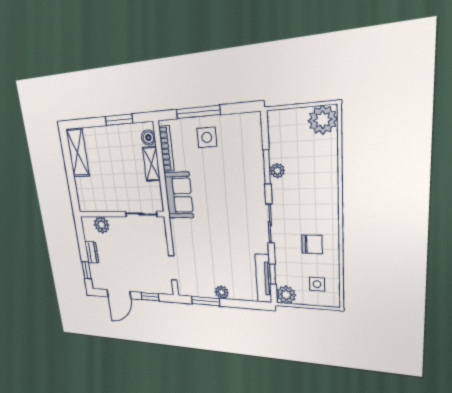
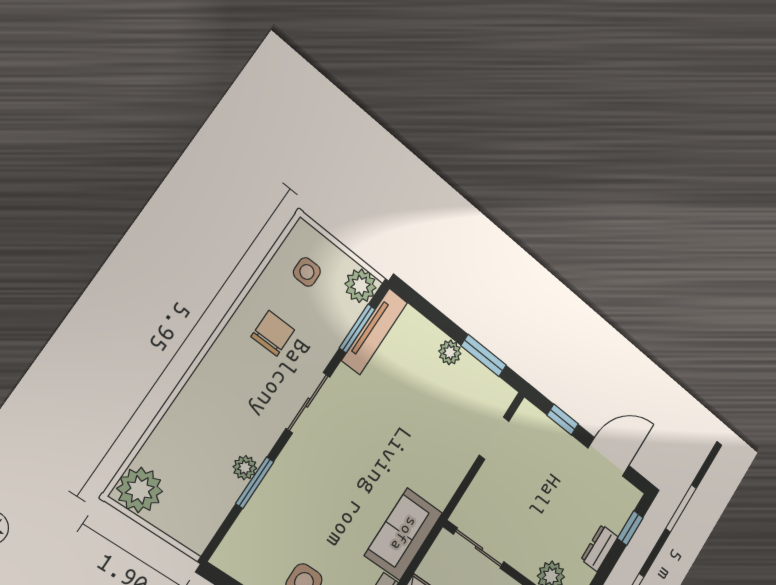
chair: (312, 244) -> (273, 333), turned 90
window: (273, 274) -> (357, 329), width x1.50

